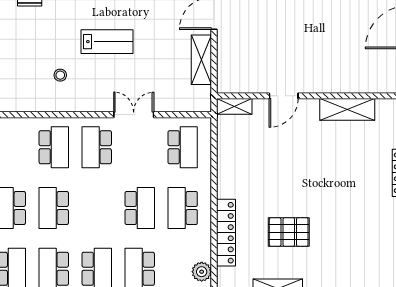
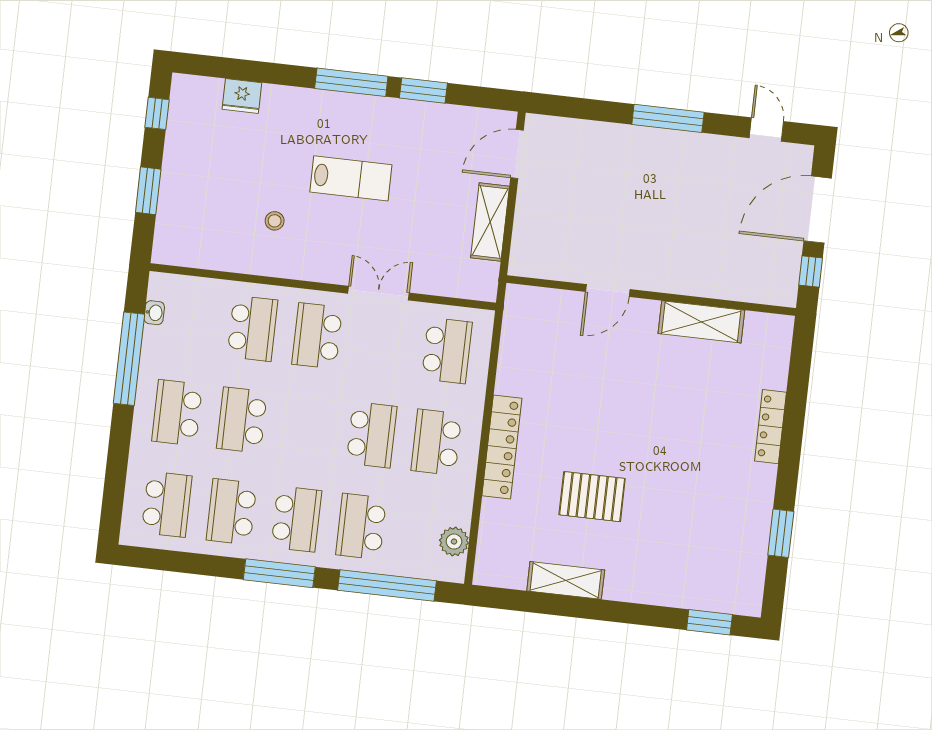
shelving: (234, 106) -> (532, 298), removed
locker: (226, 233) -> (502, 447), moved

